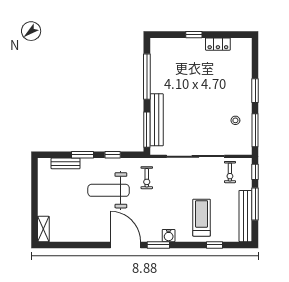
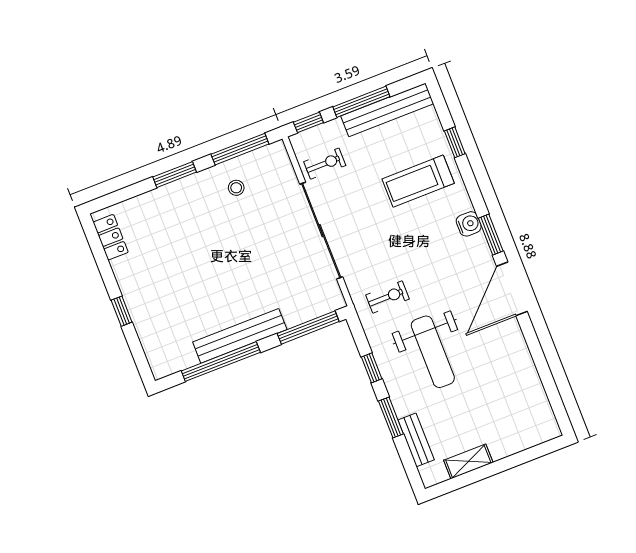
locker: (218, 44) -> (111, 237), moved
bench: (157, 120) -> (240, 336), moved
shelving: (43, 229) -> (468, 461), moved

